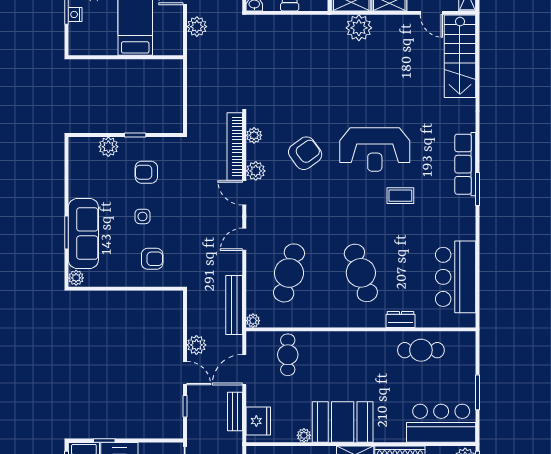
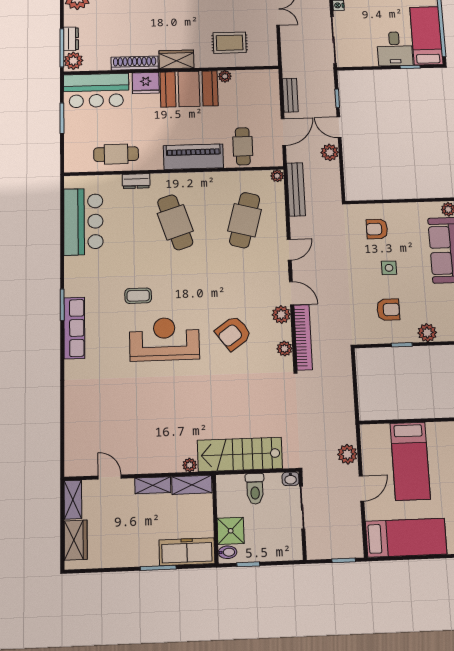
plant: (359, 28) -> (190, 465), width x0.53, depth x0.53
stairs: (460, 56) -> (240, 454), moved, turned -90
piano: (340, 345) -> (193, 157), added
fridge: (258, 421) -> (146, 83), moved, turned -90

